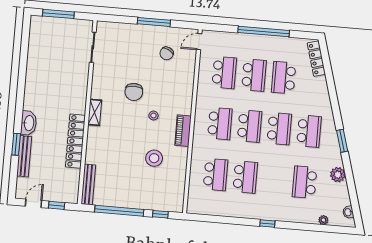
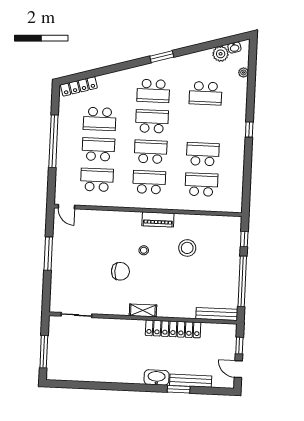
chair: (167, 53) -> (80, 239), removed
school desk: (309, 131) -> (153, 91), turned 180
plant: (338, 175) -> (221, 54), moved

